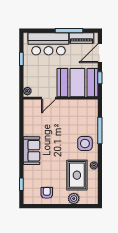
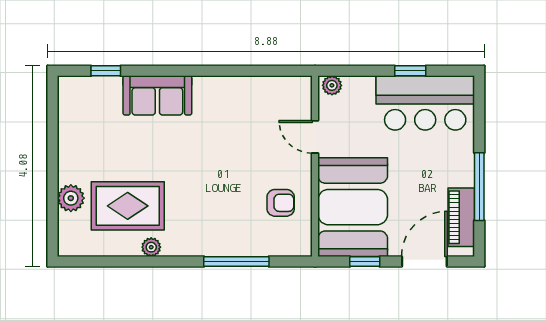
bar counter: (48, 44) -> (425, 103), moved, turned -90
door: (100, 53) -> (424, 261), hinge flipped
side table: (85, 144) -> (205, 225), removed
sofa: (31, 151) -> (157, 95), moved
armchair: (47, 193) -> (281, 203), moved

